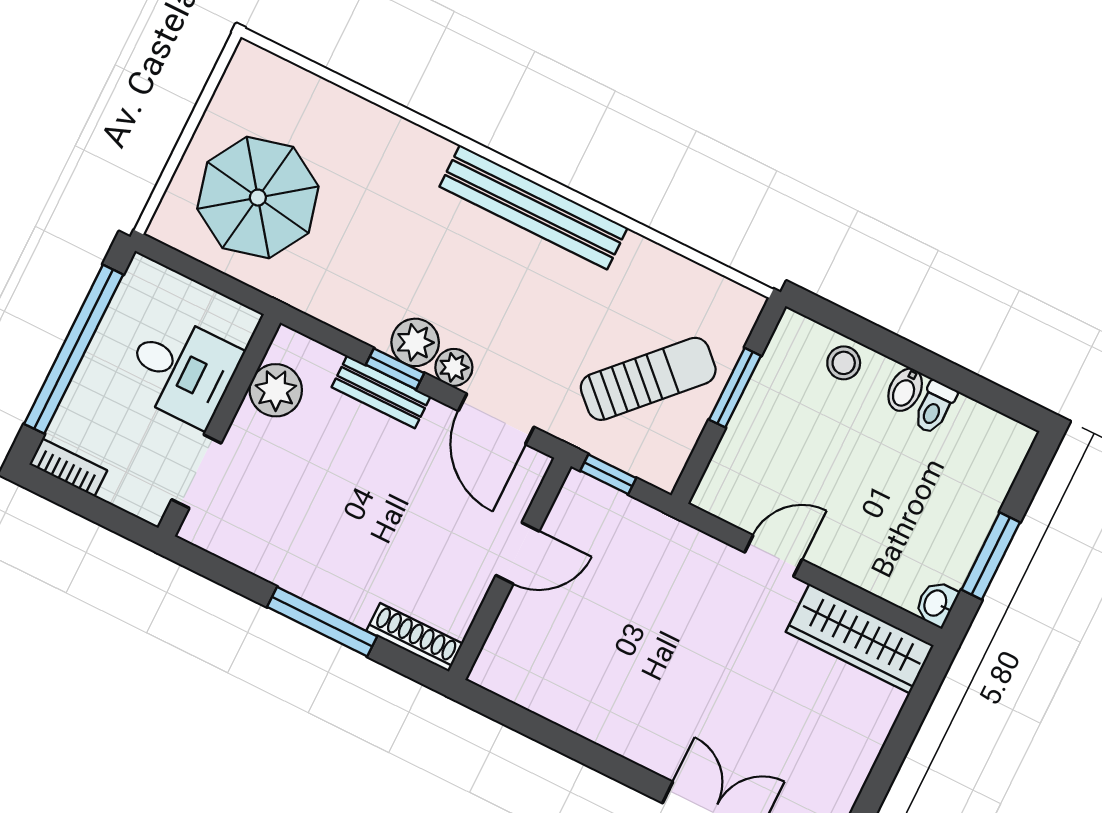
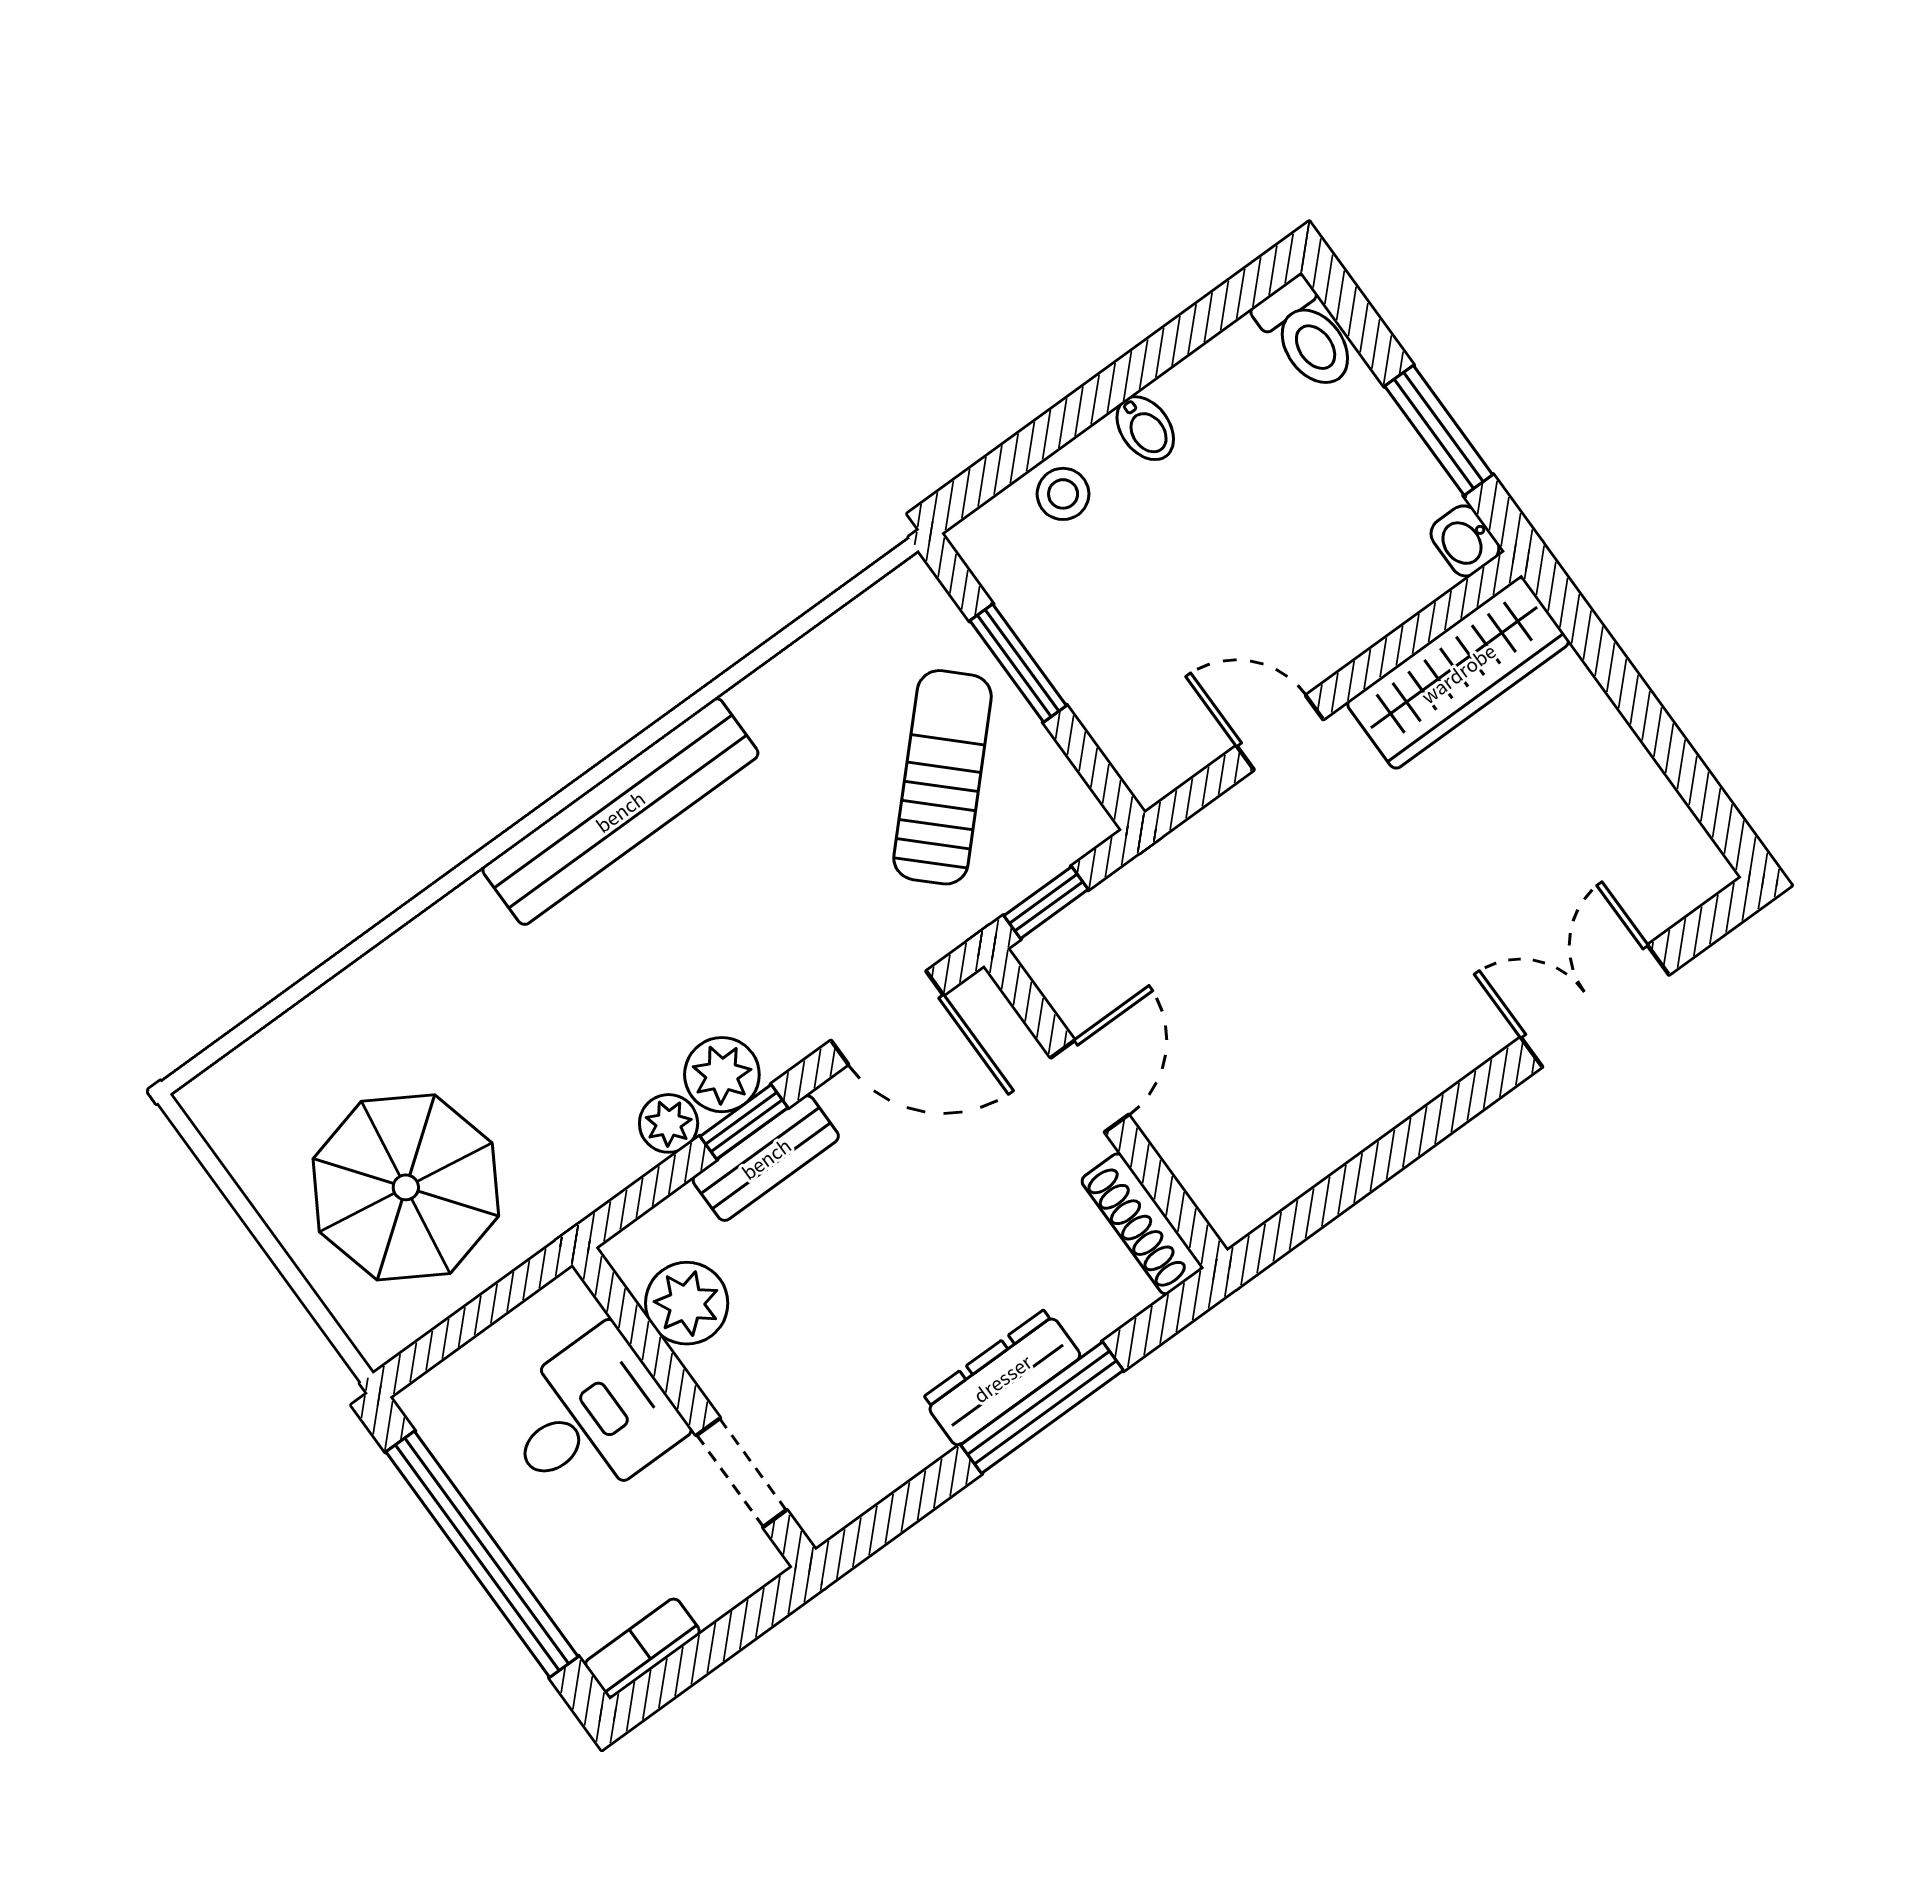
plant: (454, 367) -> (669, 1123), moved
toilet: (934, 407) -> (1307, 335), moved, width x1.37, depth x1.39
door: (773, 556) -> (1280, 733), hinge flipped
dresser: (327, 590) -> (1002, 1378), added
shoe rack: (415, 637) -> (1142, 1224), moved, turned -90

